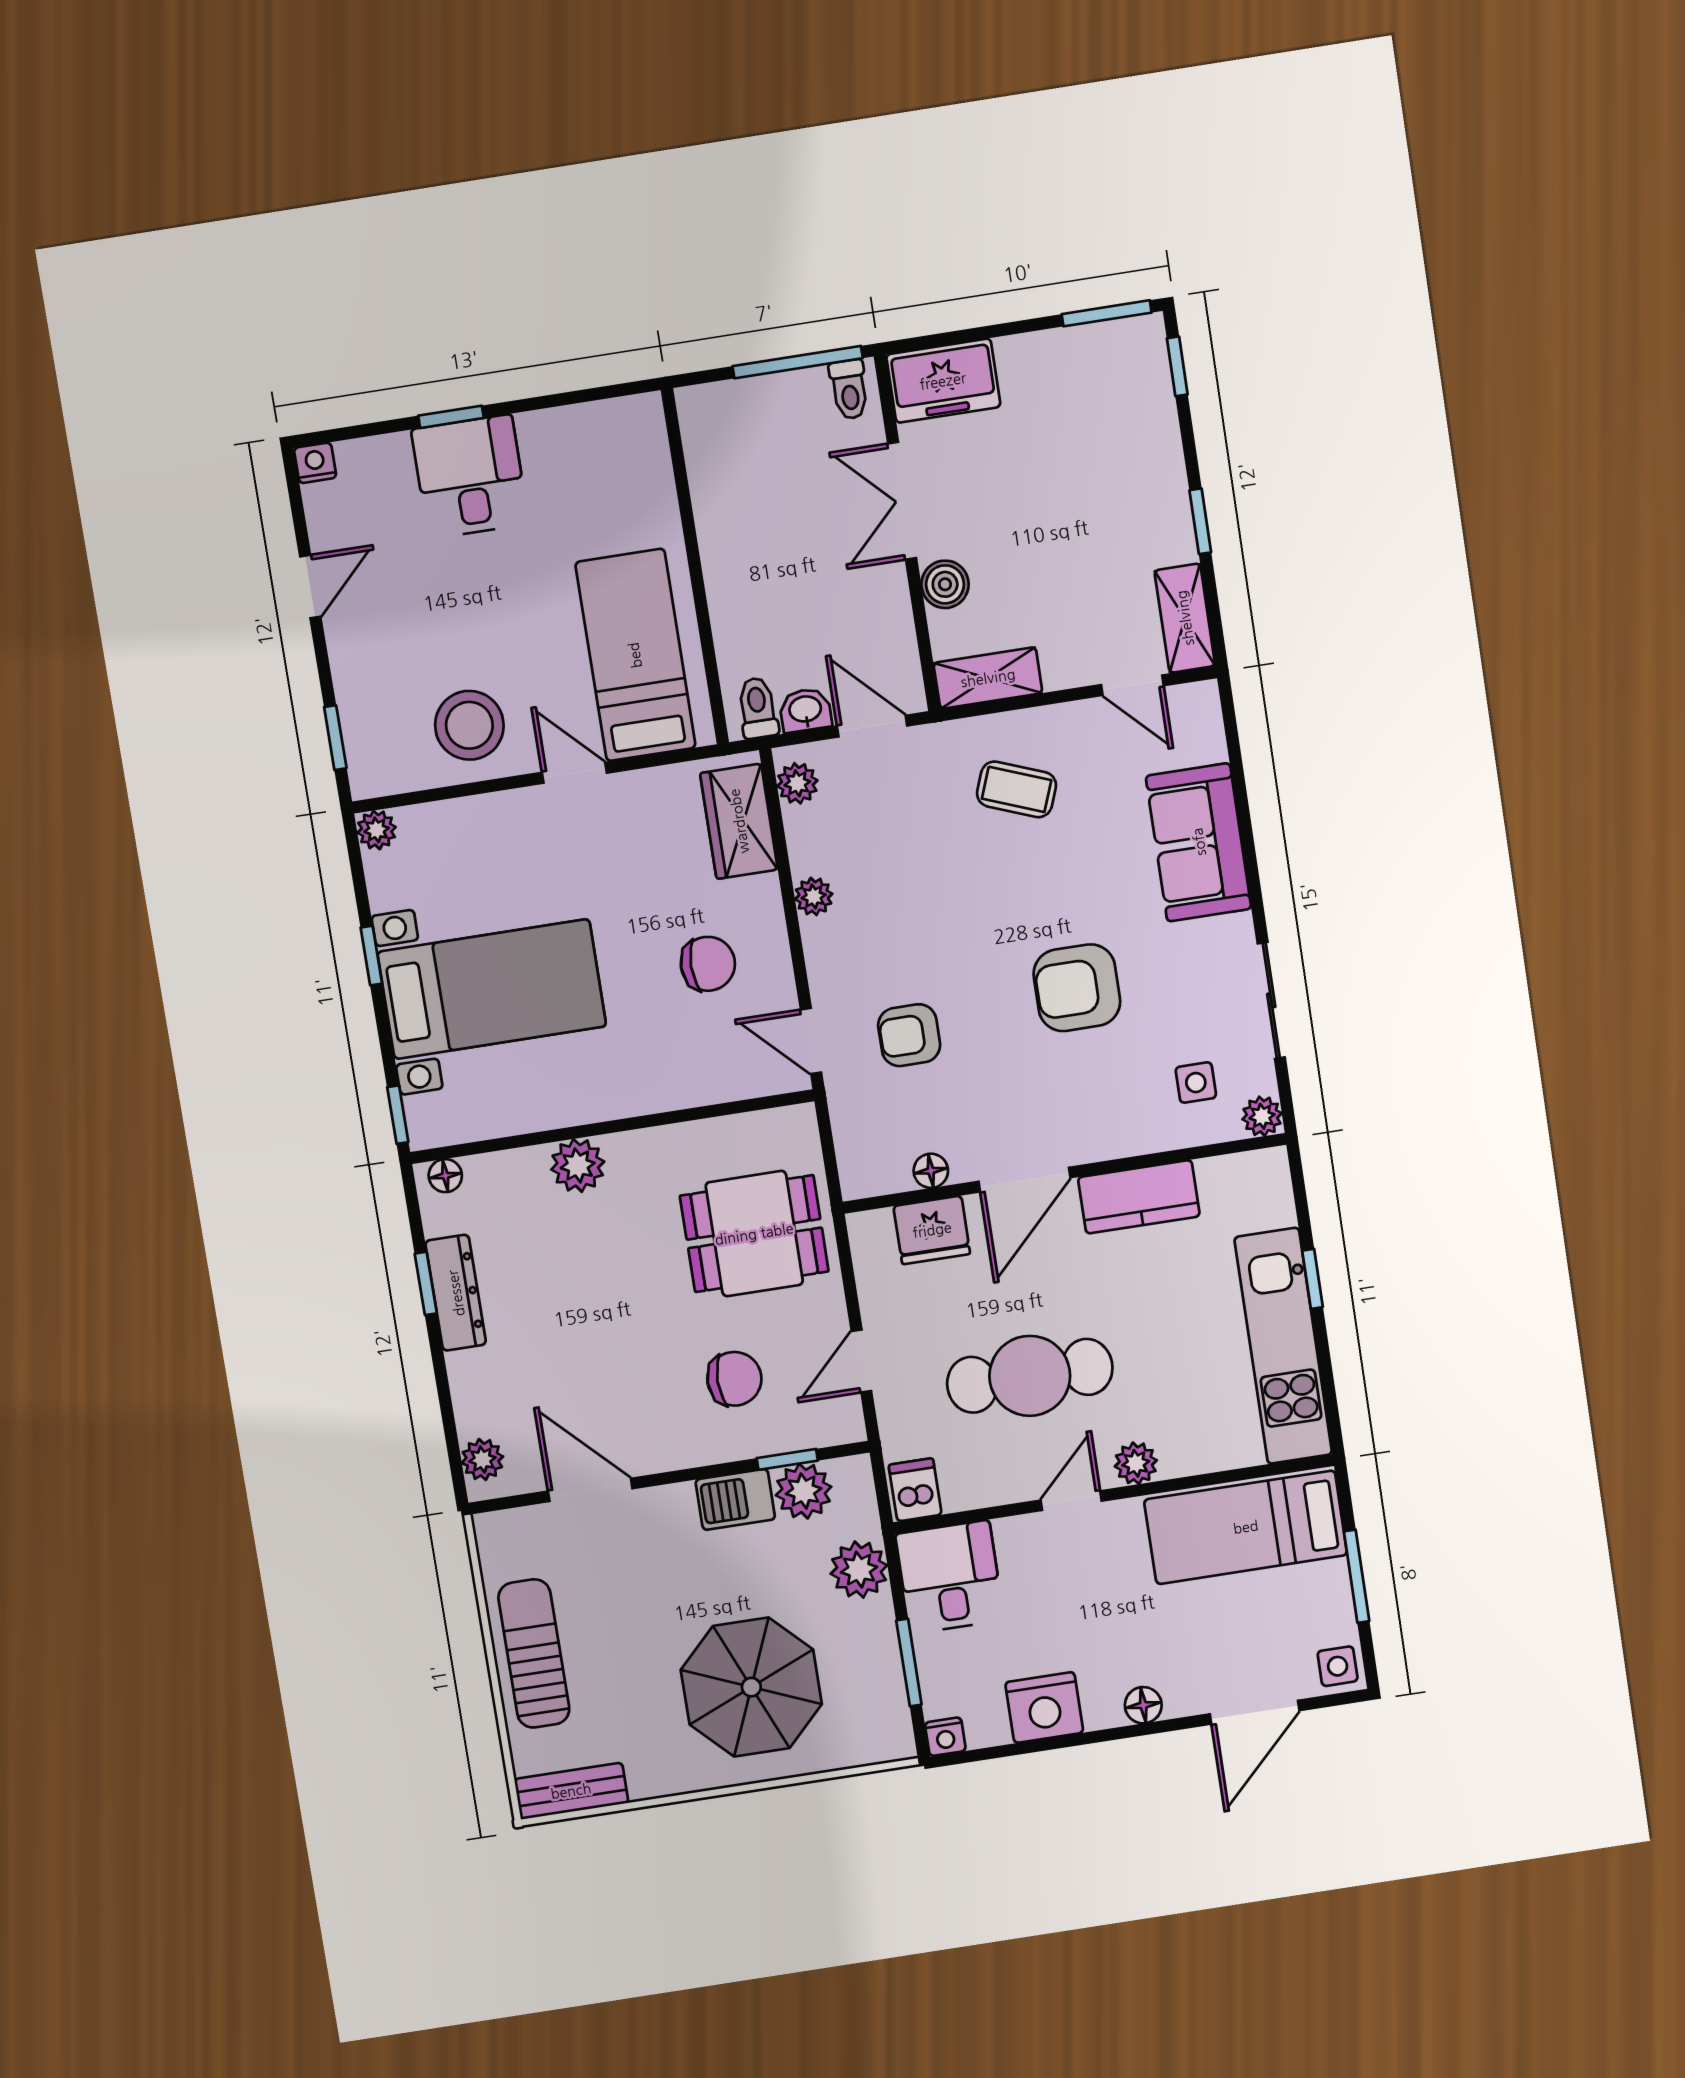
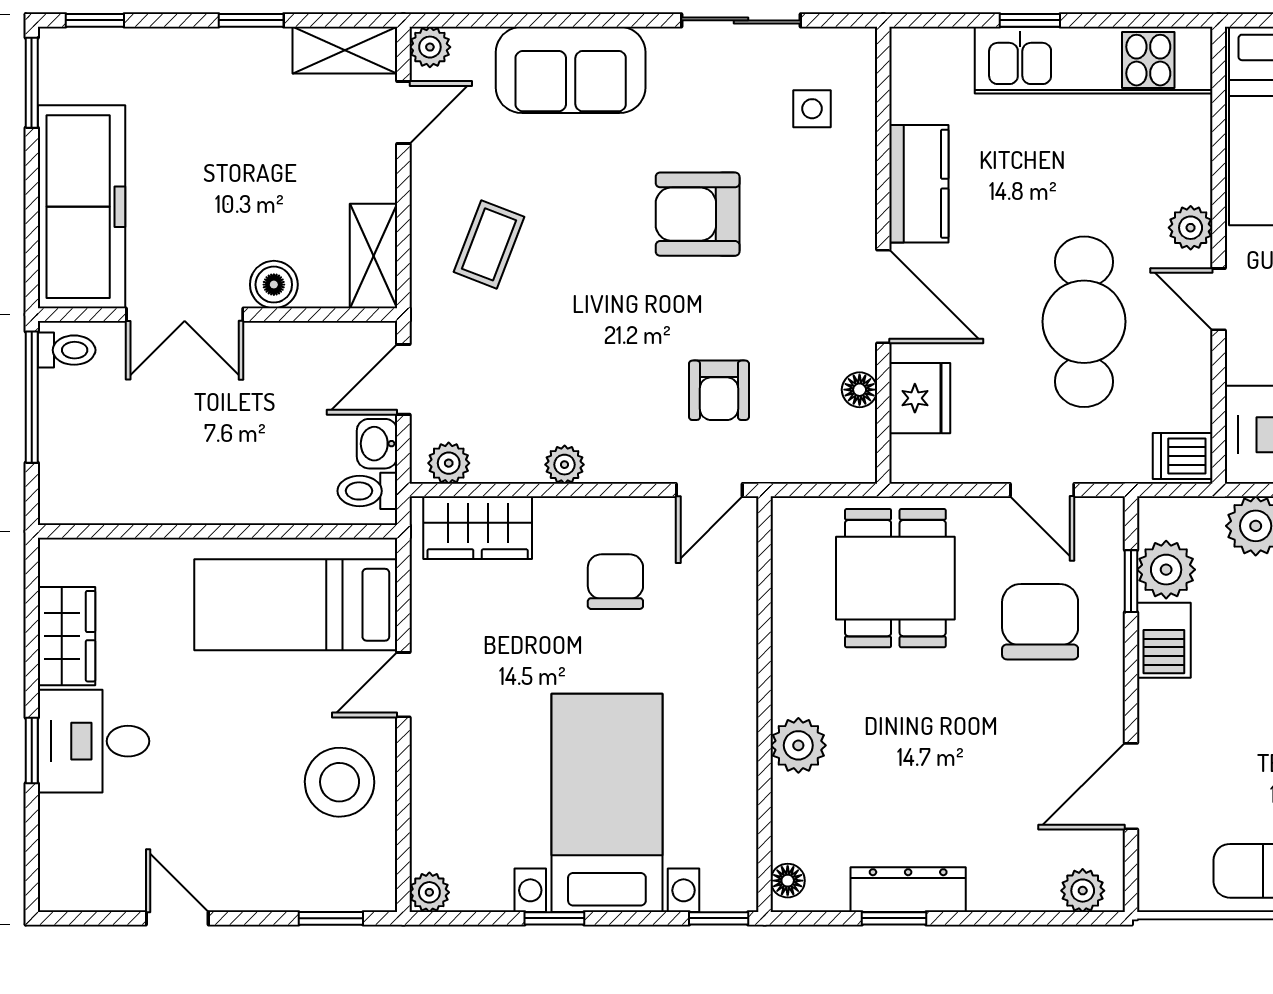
freezer: (943, 381) -> (82, 207), width x1.91, depth x1.26
wardrobe: (569, 434) -> (67, 636), added
nightstand: (315, 463) -> (56, 893), removed
armchair: (1077, 988) -> (698, 214), turned 90
plant: (1262, 1116) -> (430, 47), moved
chair: (734, 1379) -> (1040, 622), width x1.37, depth x1.37

